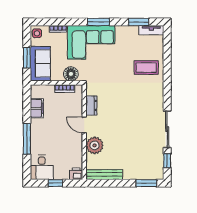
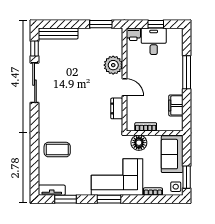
window: (27, 58) -> (187, 177), moved
desk: (42, 167) -> (154, 41), moved
bench: (104, 175) -> (58, 34), moved
window: (146, 183) -> (101, 24), moved

